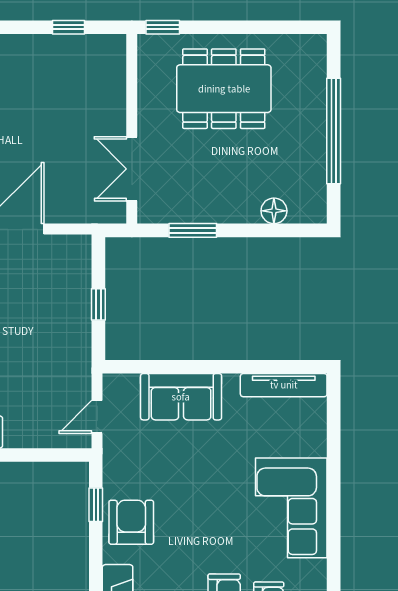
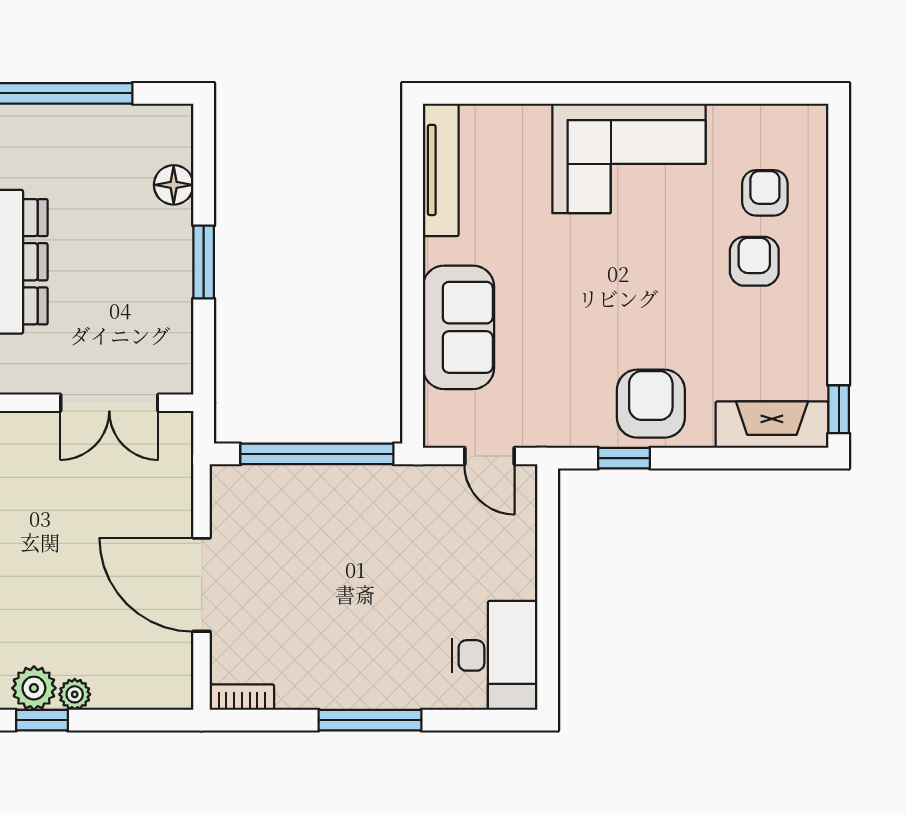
window: (193, 230) -> (204, 262), moved
window: (98, 304) -> (317, 454), width x3.17
armchair: (131, 522) -> (651, 404), turned 90

